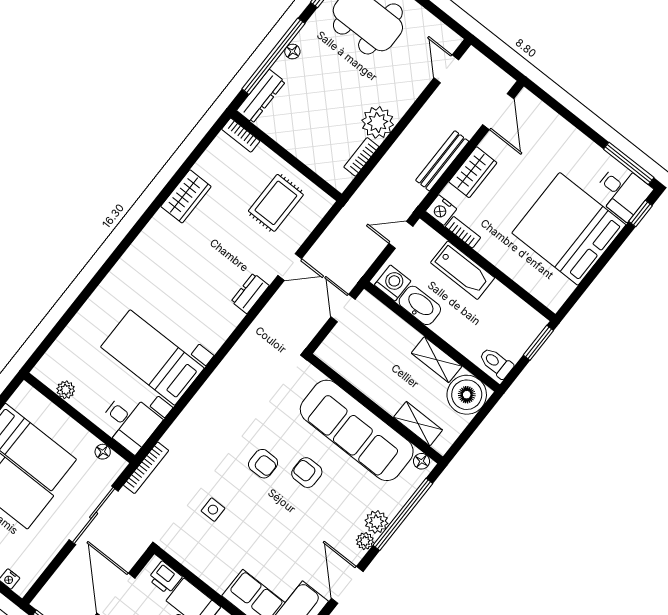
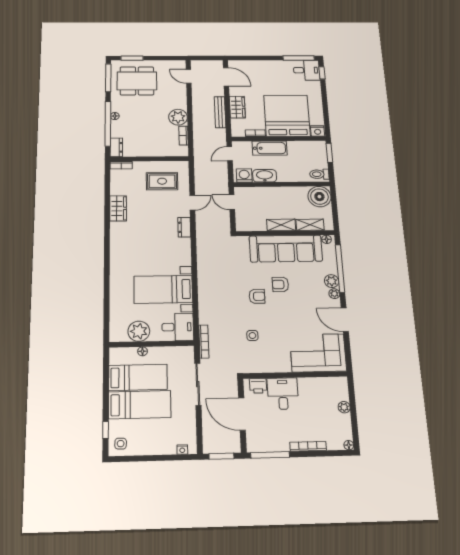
dresser: (261, 96) -> (116, 147), width x0.70
rug: (276, 203) -> (162, 181), turned 90
nightstand: (441, 210) -> (318, 131), moved
bed: (569, 229) -> (287, 116), moved, turned 90
shelving: (437, 360) -> (281, 225), moved
plant: (66, 390) -> (139, 331), width x1.88, depth x1.88
floor lamp: (103, 452) -> (143, 351), moved

